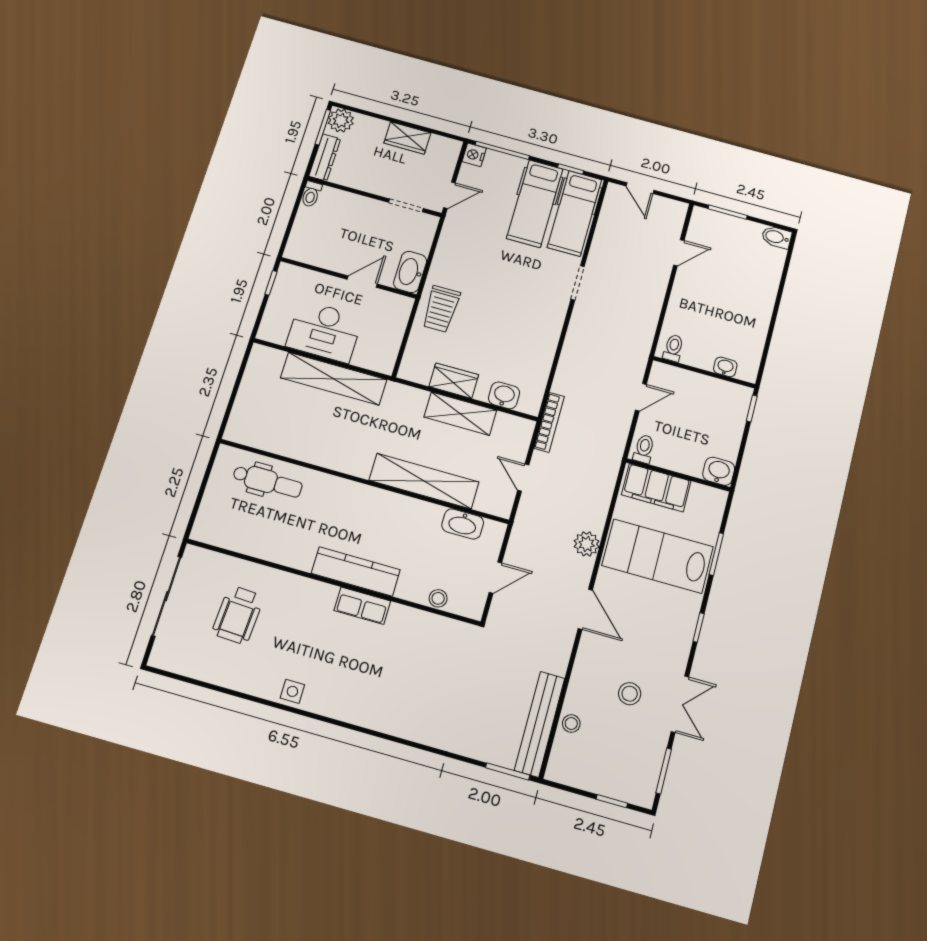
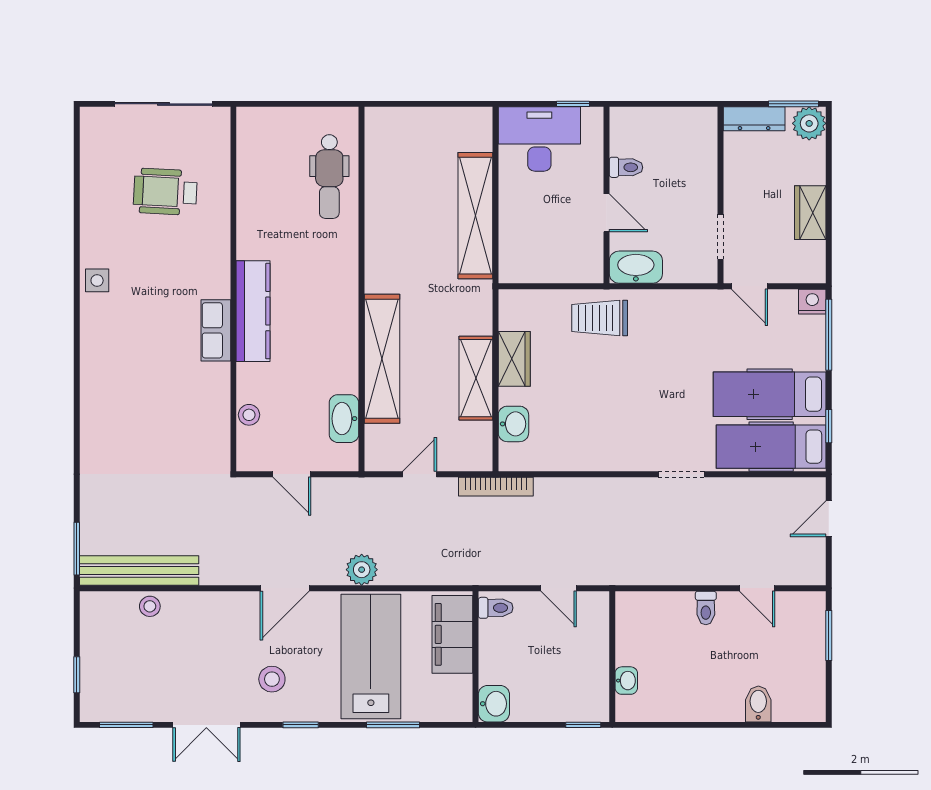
toilet: (311, 194) -> (626, 167), moved, turned 180
bidet: (776, 237) -> (758, 704), moved
desk: (324, 331) -> (539, 139), moved, turned 90
toilet: (673, 348) -> (706, 608), moved, turned 90
stool: (630, 694) -> (272, 679), moved

